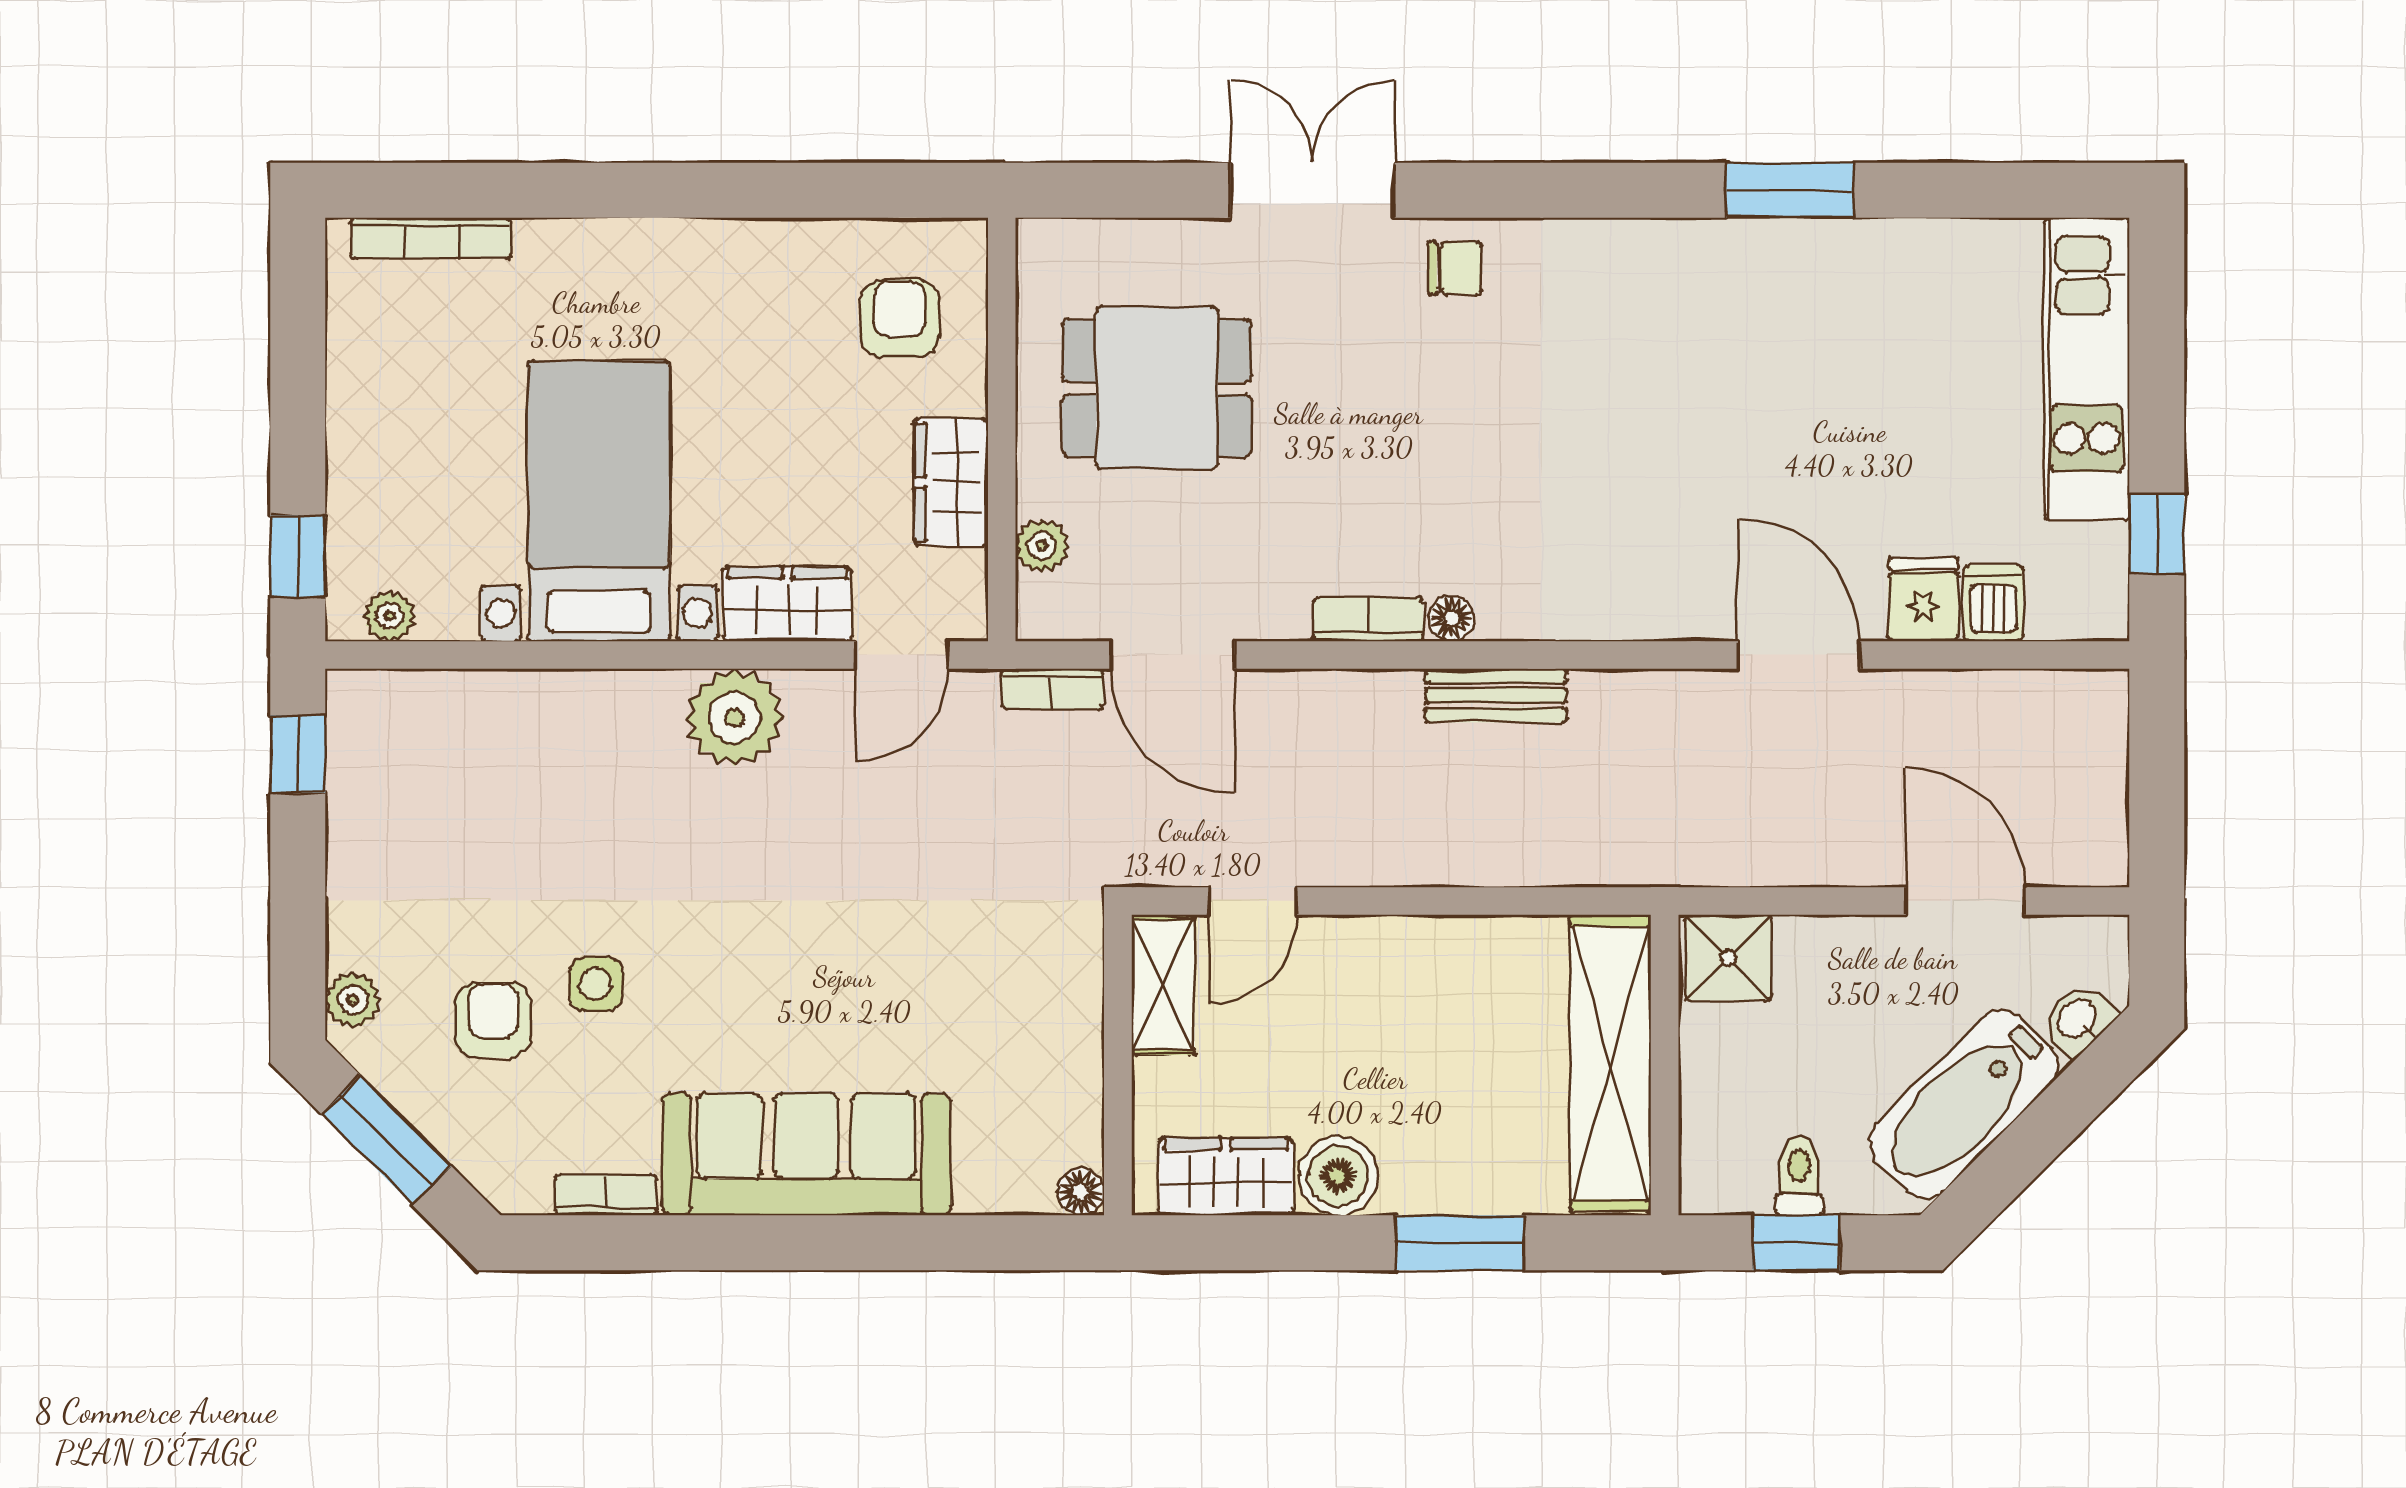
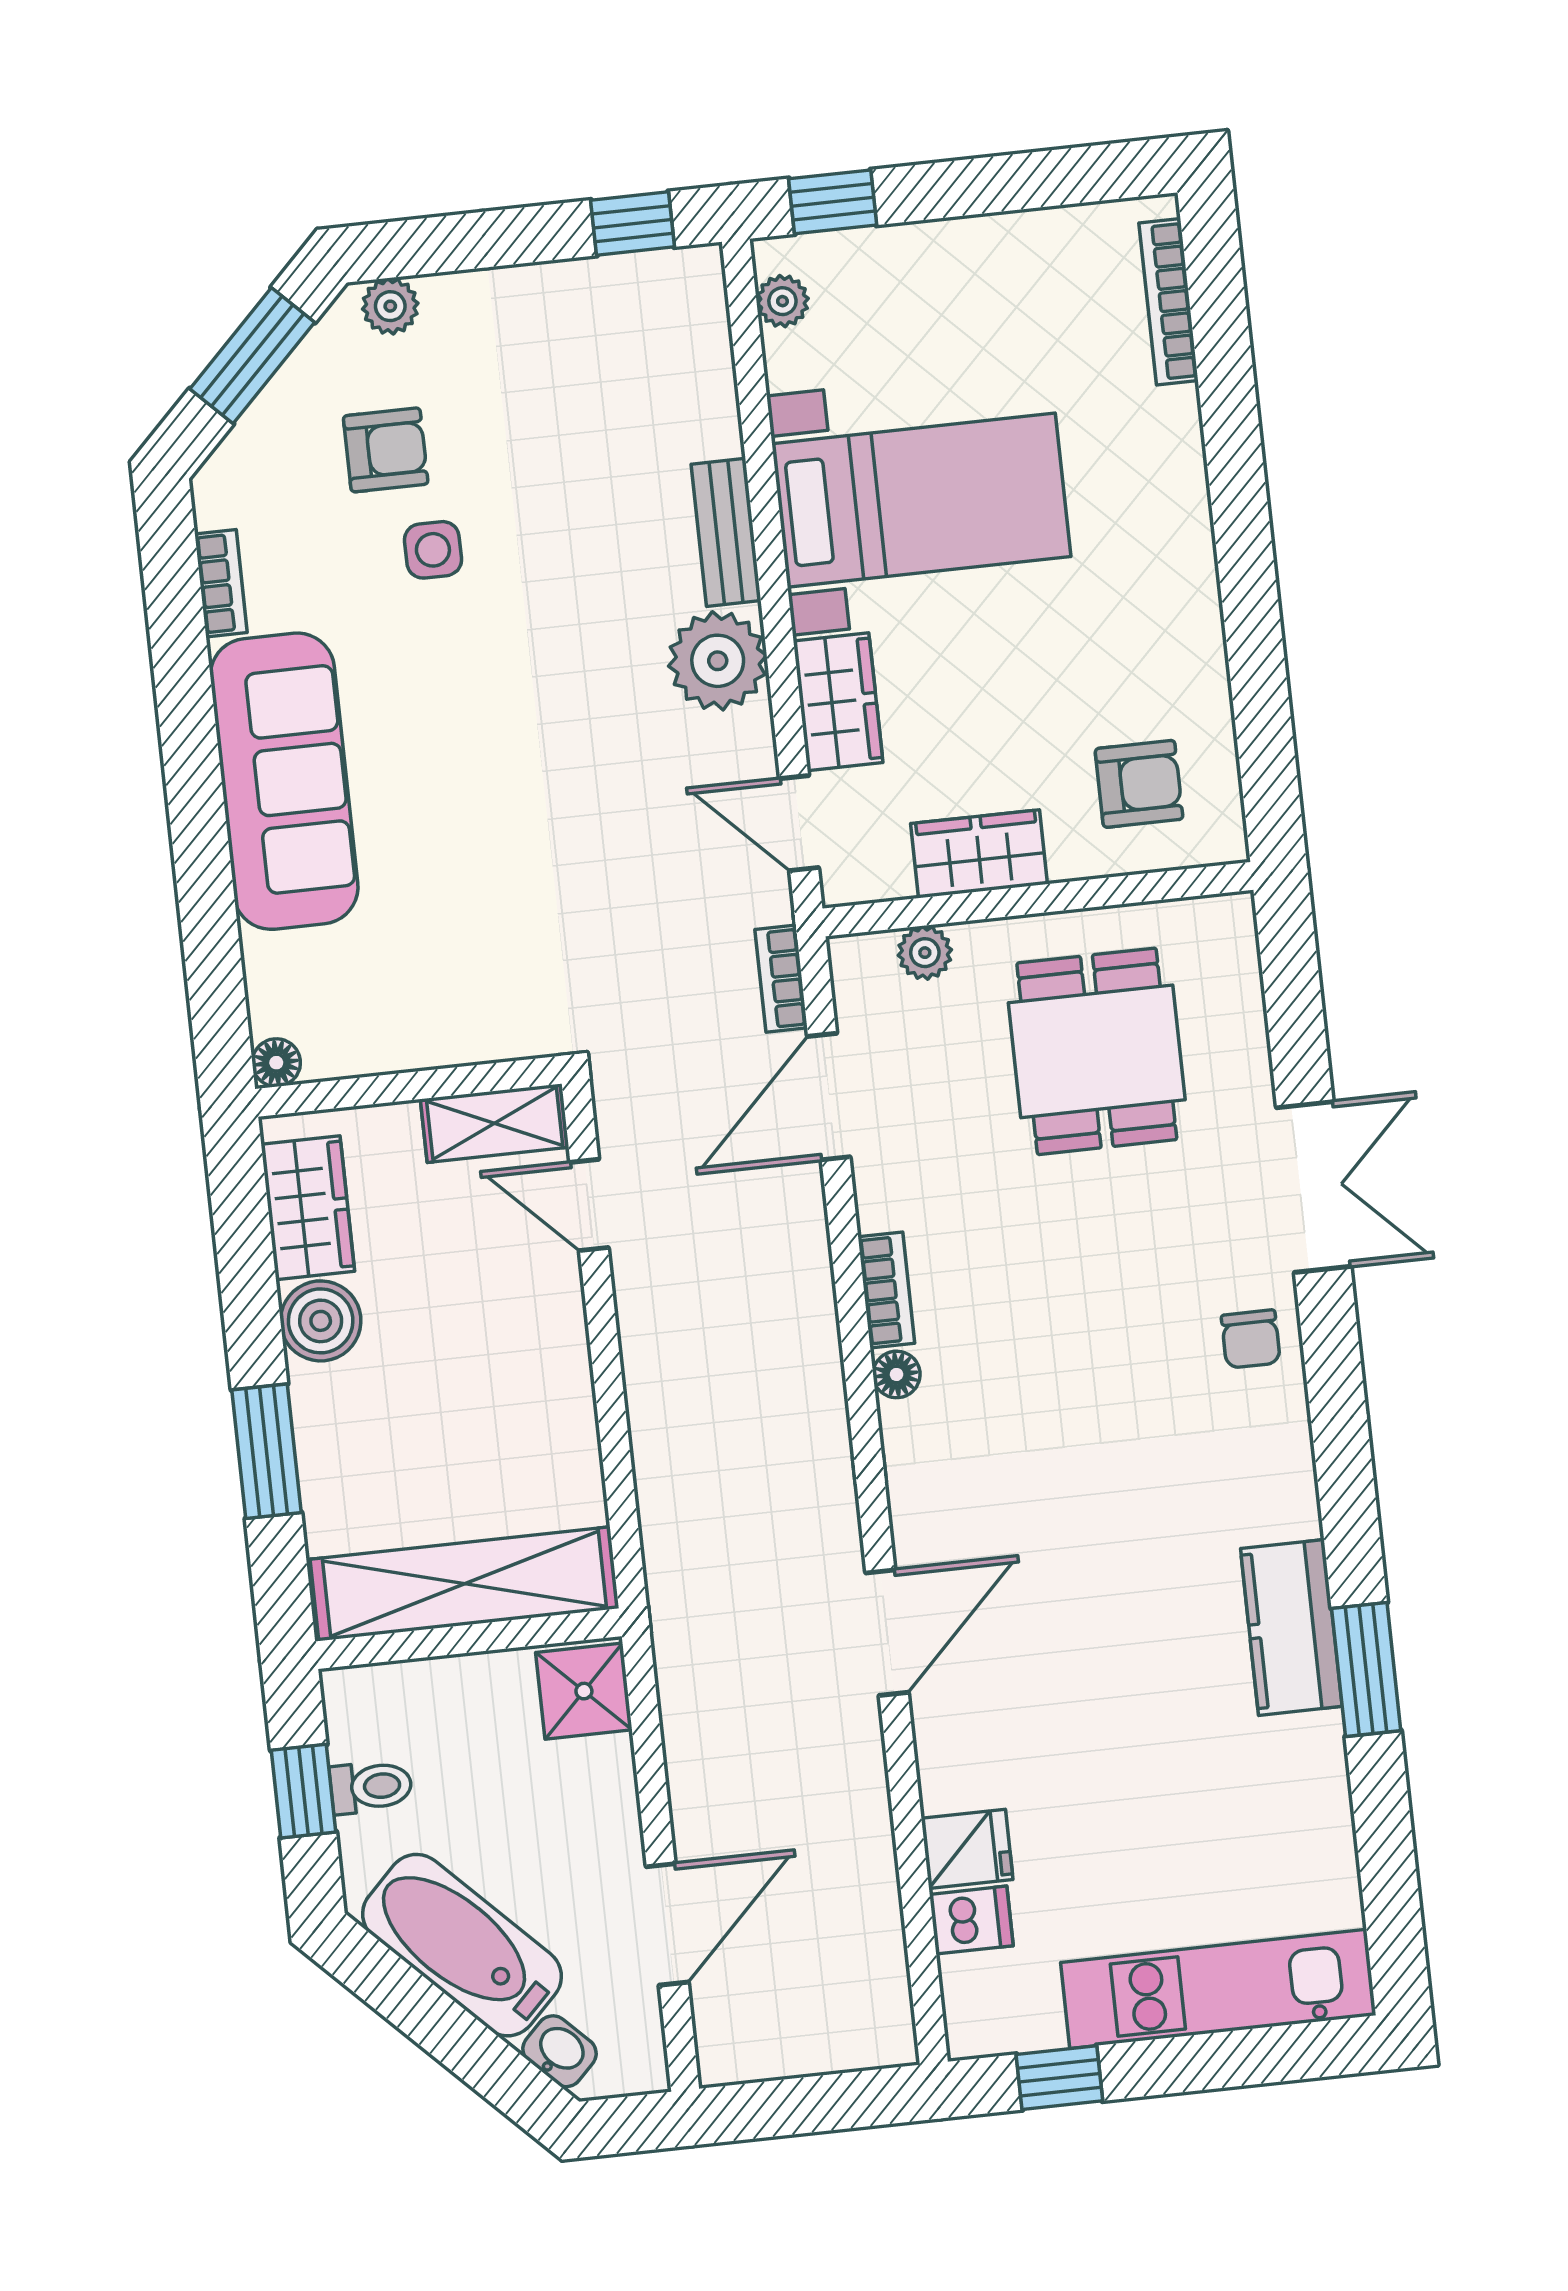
kitchen counter: (1741, 259) -> (1291, 1627), added
door: (1799, 655) -> (887, 1633), moved
bench: (1496, 696) -> (726, 532), moved

